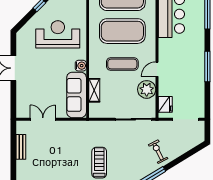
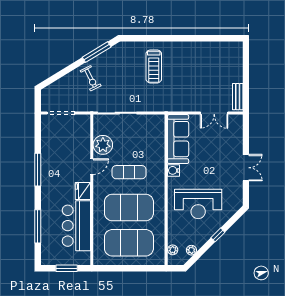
shelving: (94, 90) -> (159, 144), removed
fridge: (165, 104) -> (83, 191), moved
bench: (21, 147) -> (238, 97), moved

